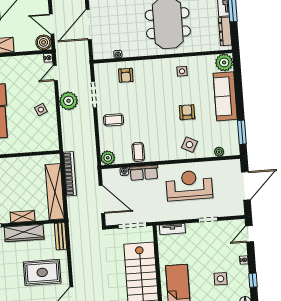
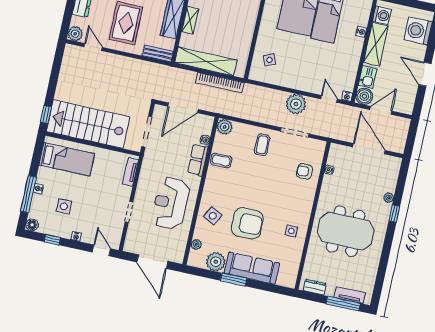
dresser: (225, 31) -> (315, 287), width x0.70
kitchen sink: (26, 44) -> (368, 77), added
plant: (224, 62) -> (216, 262), moved
side table: (41, 110) -> (269, 60), moved
armchair: (187, 112) -> (247, 223), width x1.88, depth x1.88
window: (242, 132) -> (234, 279), moved
reception desk: (189, 185) -> (171, 203), turned 180

